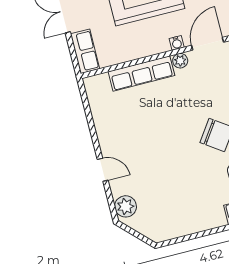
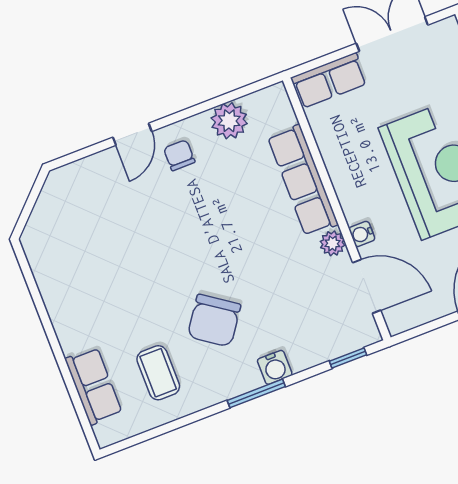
chair: (118, 144) -> (179, 155), added
plant: (126, 206) -> (229, 121), moved

